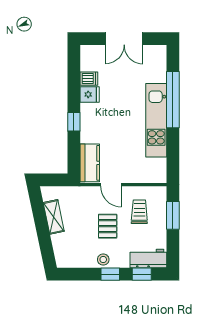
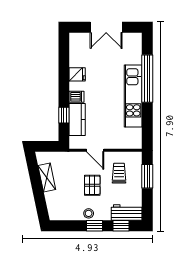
dishwasher: (89, 79) -> (77, 97), moved
window: (74, 122) -> (64, 115), moved
kitchen counter: (90, 163) -> (77, 119), moved

